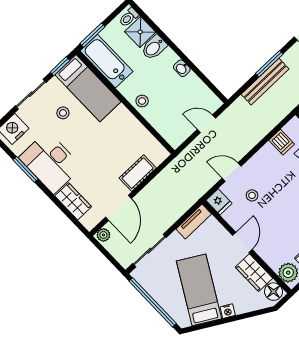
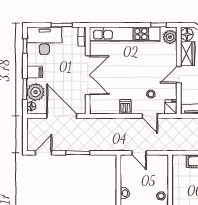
bench: (265, 82) -> (89, 146), removed
dishwasher: (282, 142) -> (126, 107), moved

